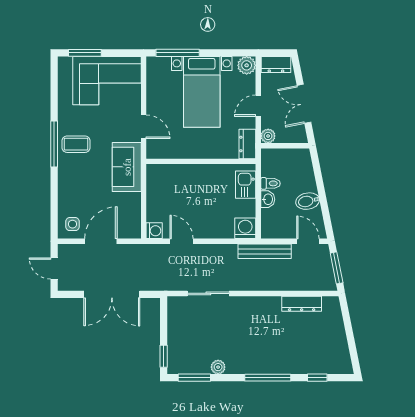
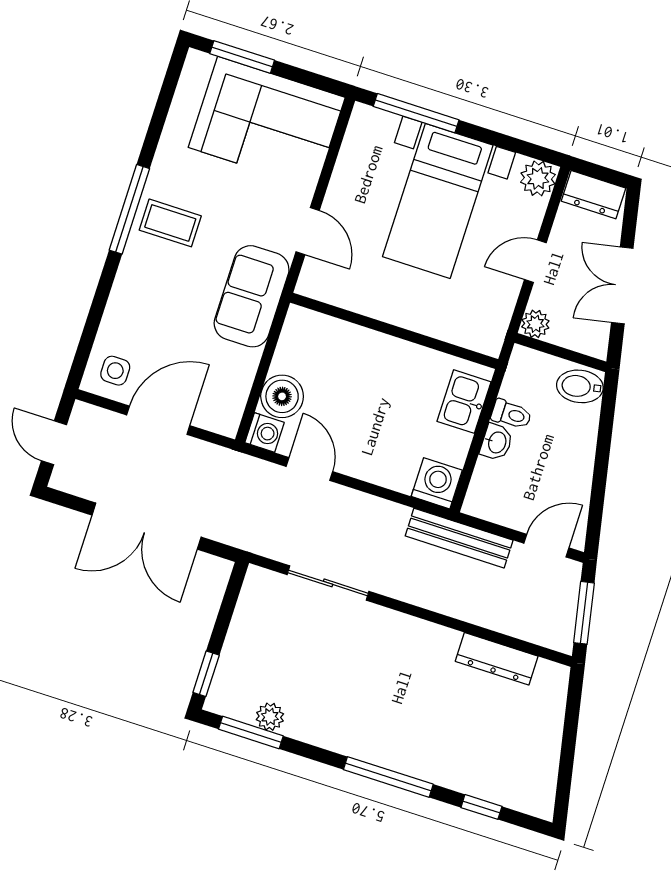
dresser: (247, 144) -> (492, 326), removed
bidet: (308, 201) -> (580, 386), moved
boiler: (157, 210) -> (282, 396), added
door: (308, 241) -> (546, 546), hinge flipped
plant: (218, 367) -> (270, 717), moved

